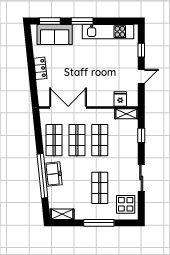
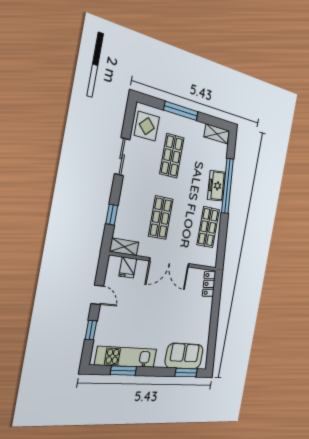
window: (82, 21) -> (123, 371), moved
locker: (40, 68) -> (209, 284), moved
door: (141, 76) -> (97, 295), swing flipped
double door: (68, 107) -> (169, 262), moved
shop shelf: (77, 140) -> (185, 222), removed

